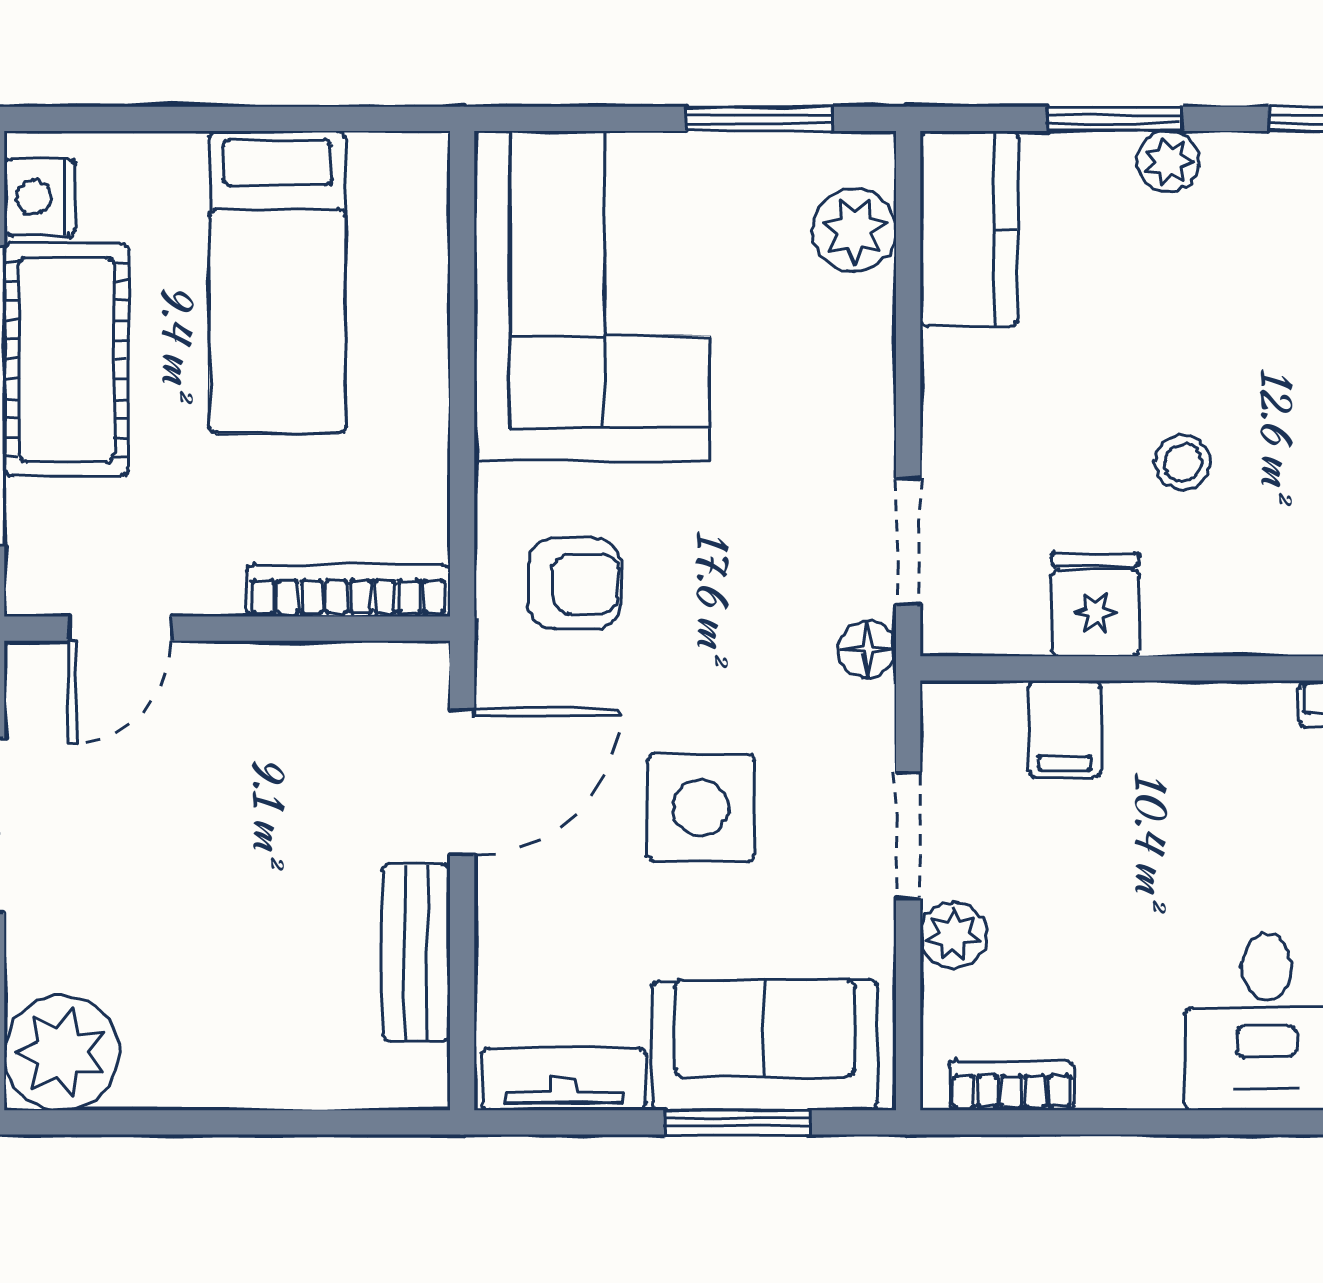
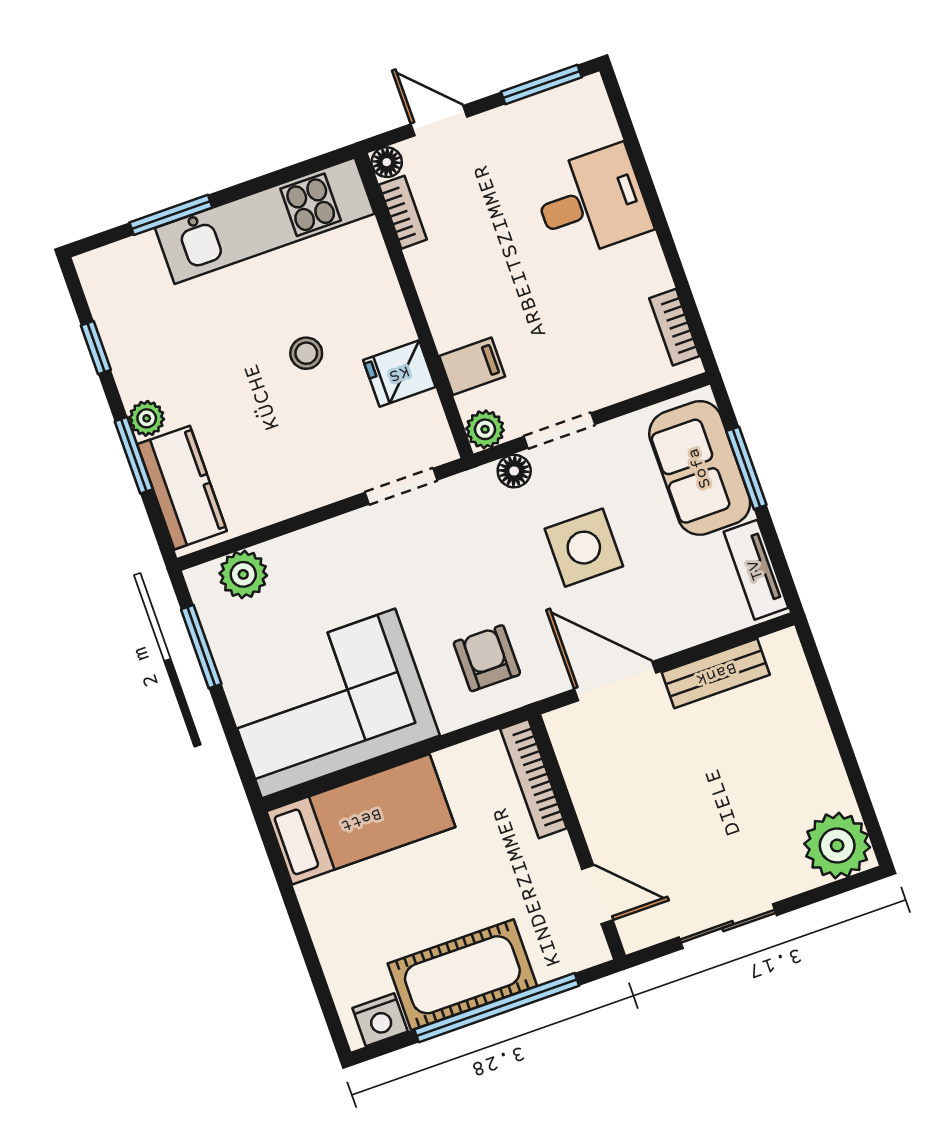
kitchen counter: (969, 229) -> (182, 488), moved, turned 90
bed: (277, 282) -> (361, 819), moved
floor lamp: (867, 649) -> (514, 471), moved
plant: (953, 935) -> (485, 429), moved

